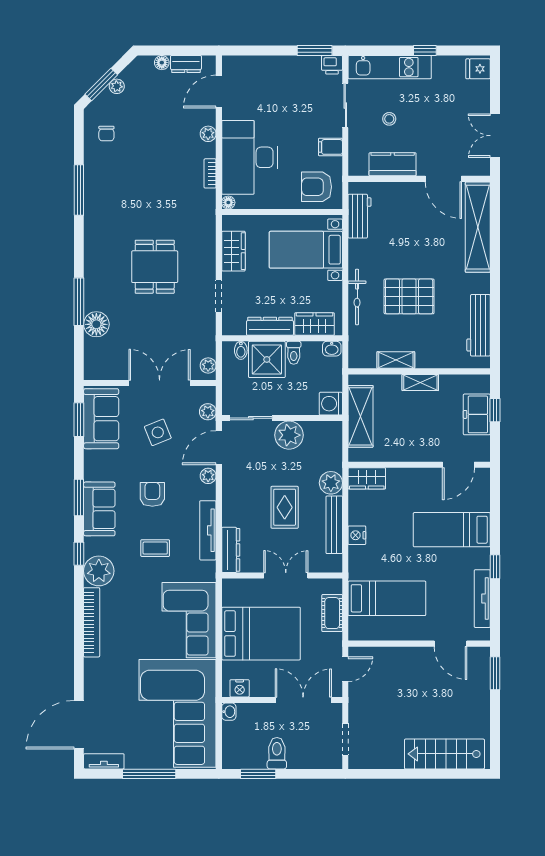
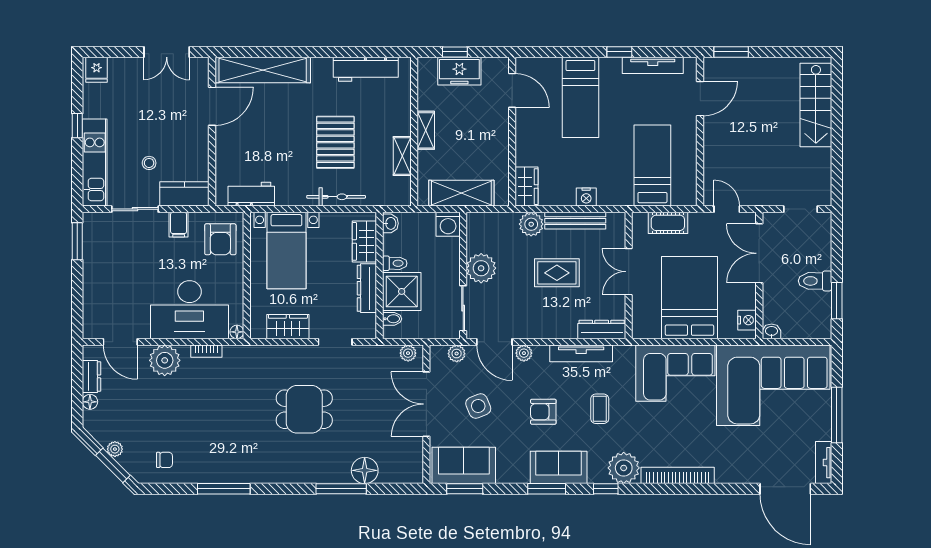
printer: (332, 65) -> (92, 223), removed
plant: (208, 134) -> (165, 360), width x1.87, depth x1.87
kitchen counter: (393, 164) -> (184, 194), moved, turned 90

